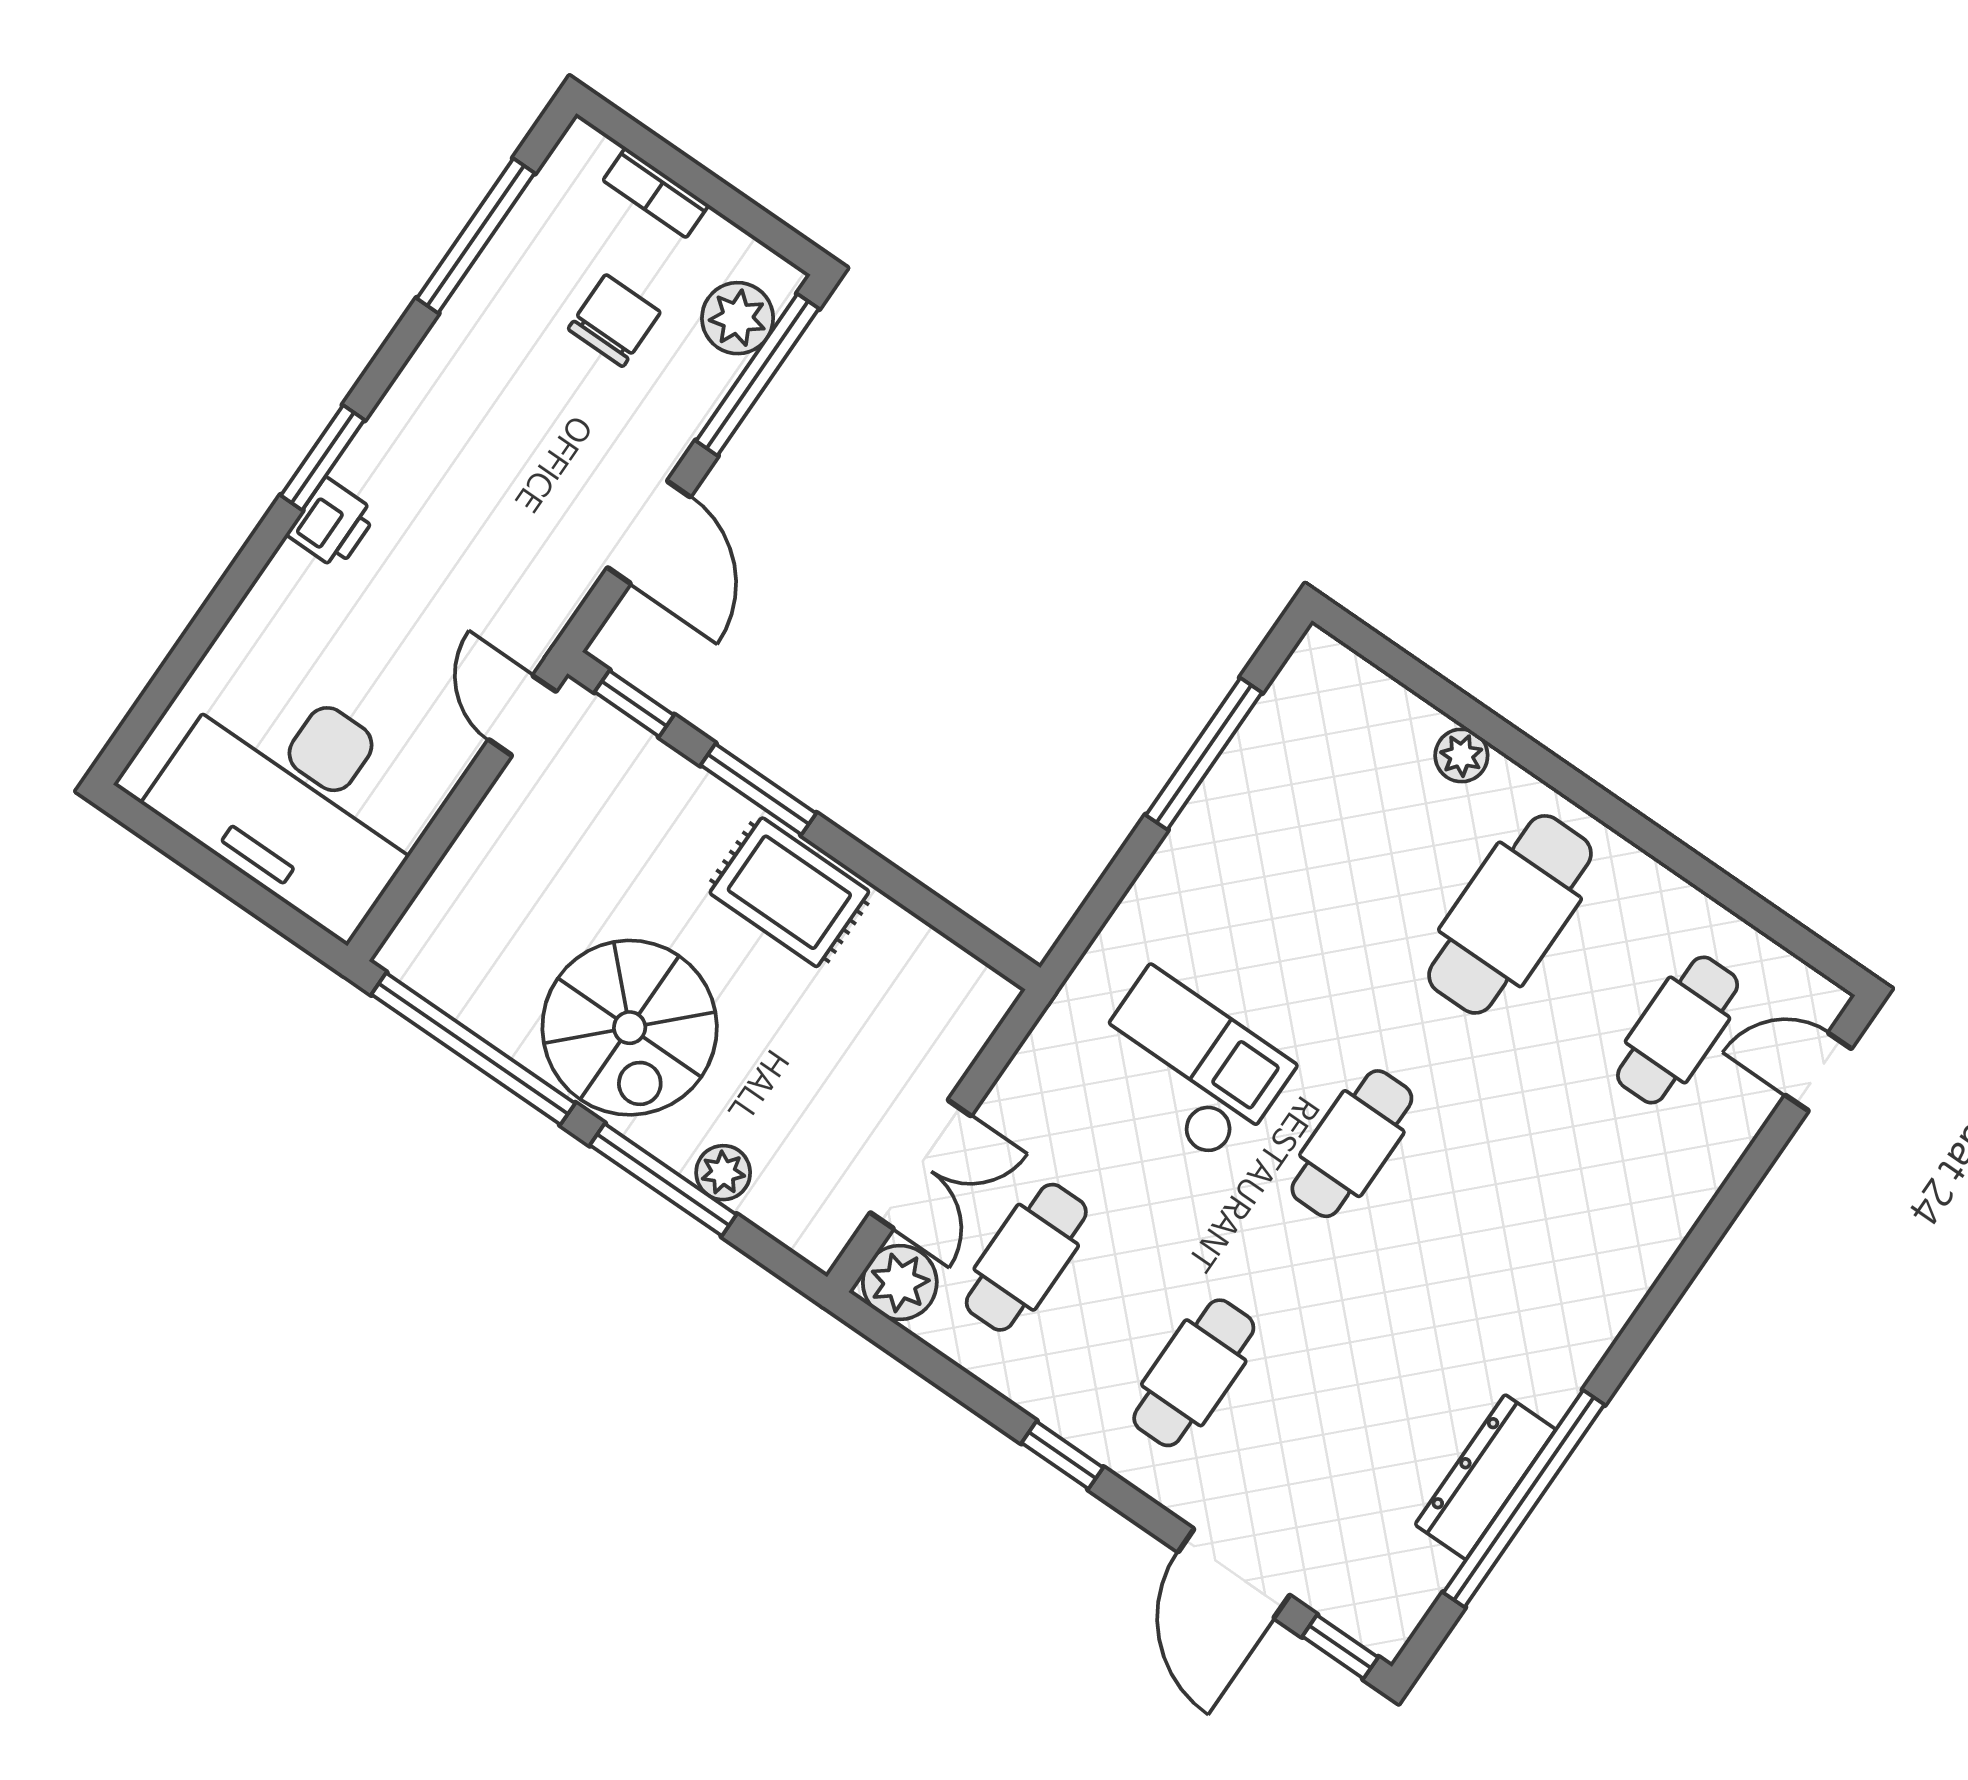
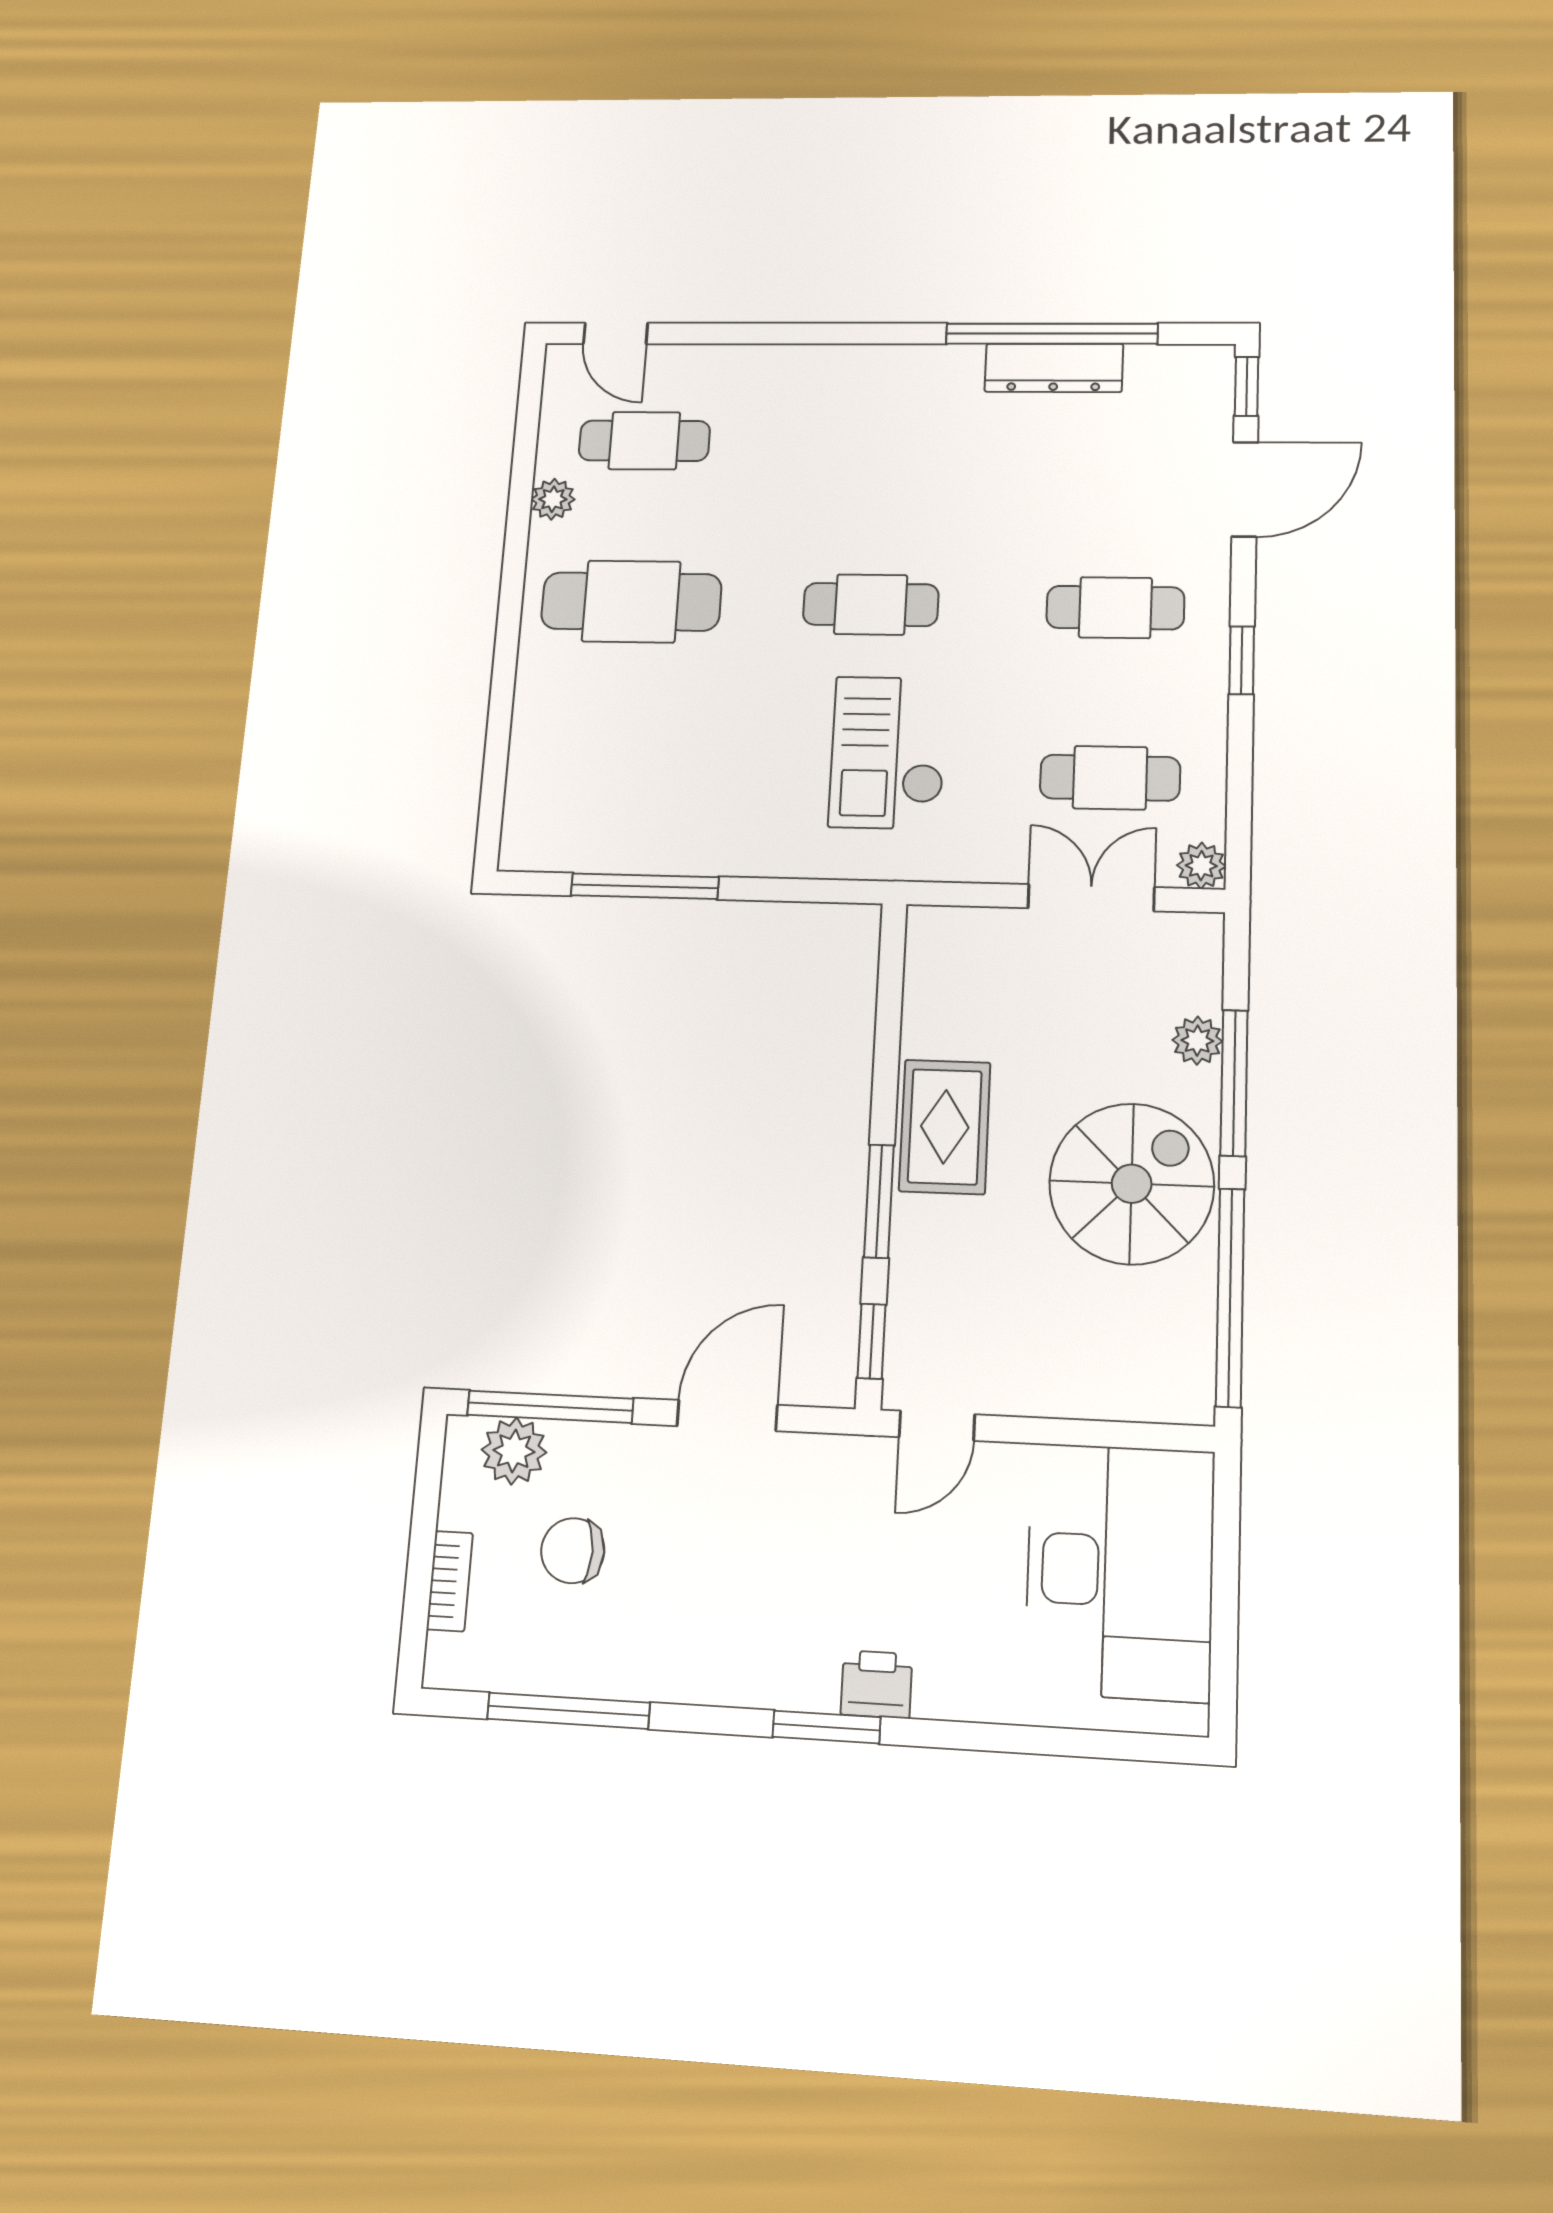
plant: (1461, 755) -> (553, 499), moved
plant: (900, 1282) -> (1201, 866), width x0.73, depth x0.73

